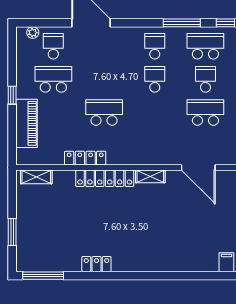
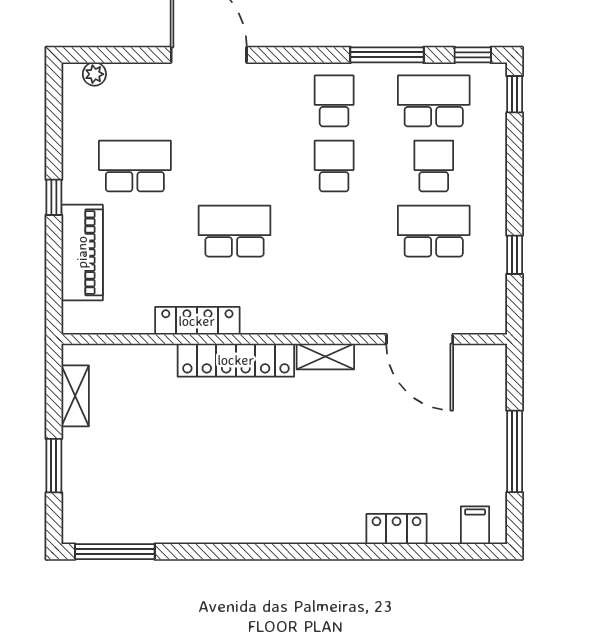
school desk: (53, 46) -> (135, 101), removed
shelving: (36, 177) -> (75, 396), moved, turned 90
locker: (96, 264) -> (396, 529), moved

